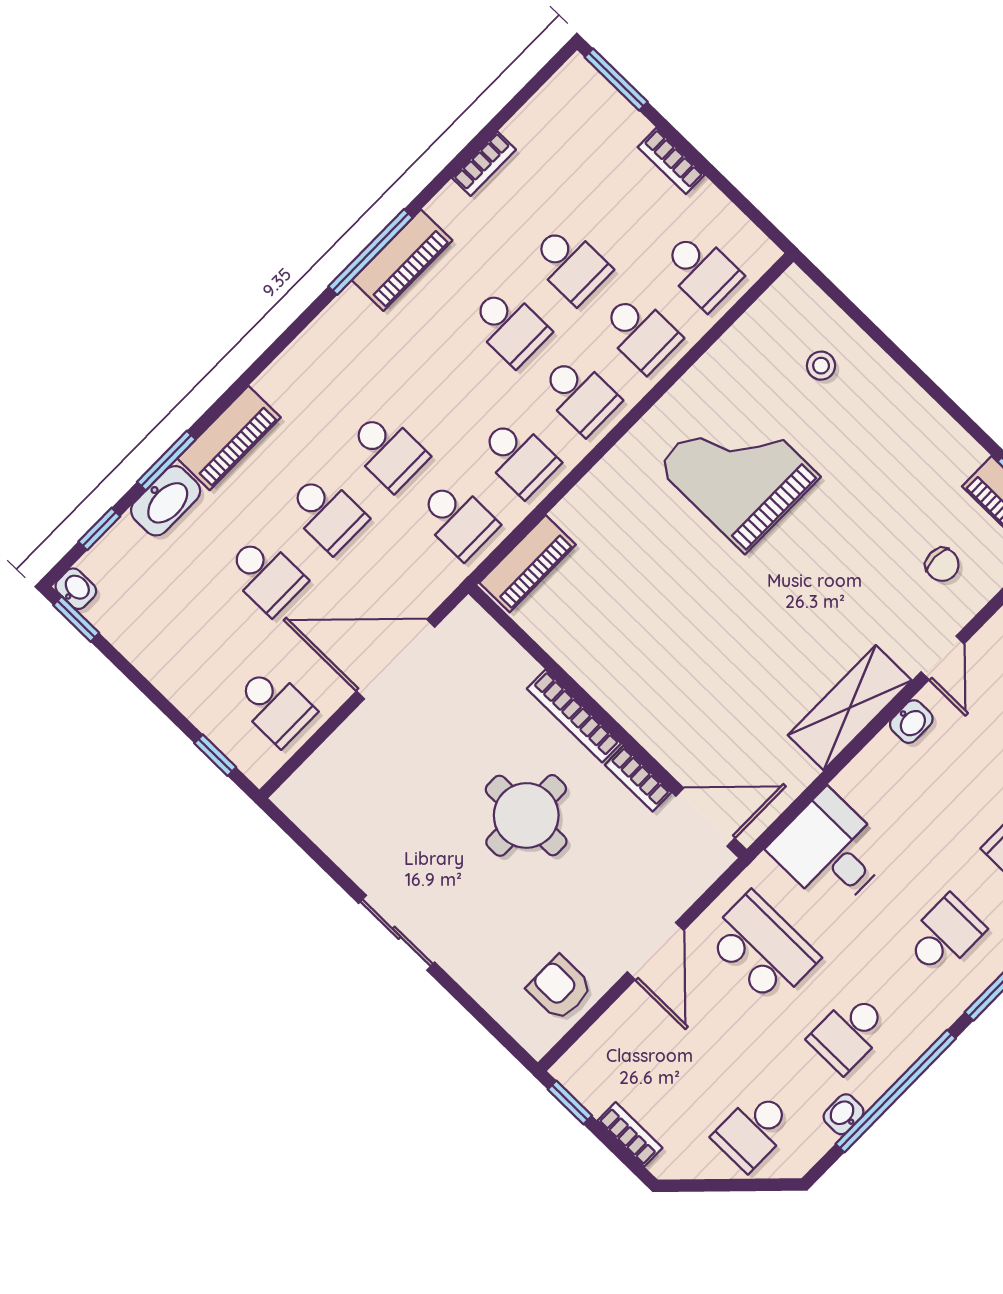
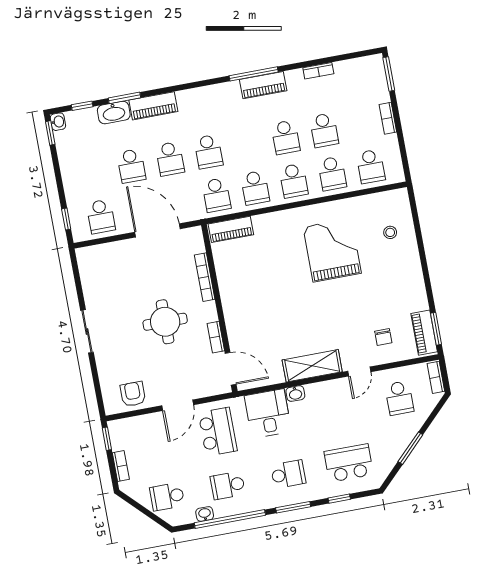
bookcase: (574, 716) -> (205, 277), moved
washbasin: (911, 722) -> (295, 394), moved

